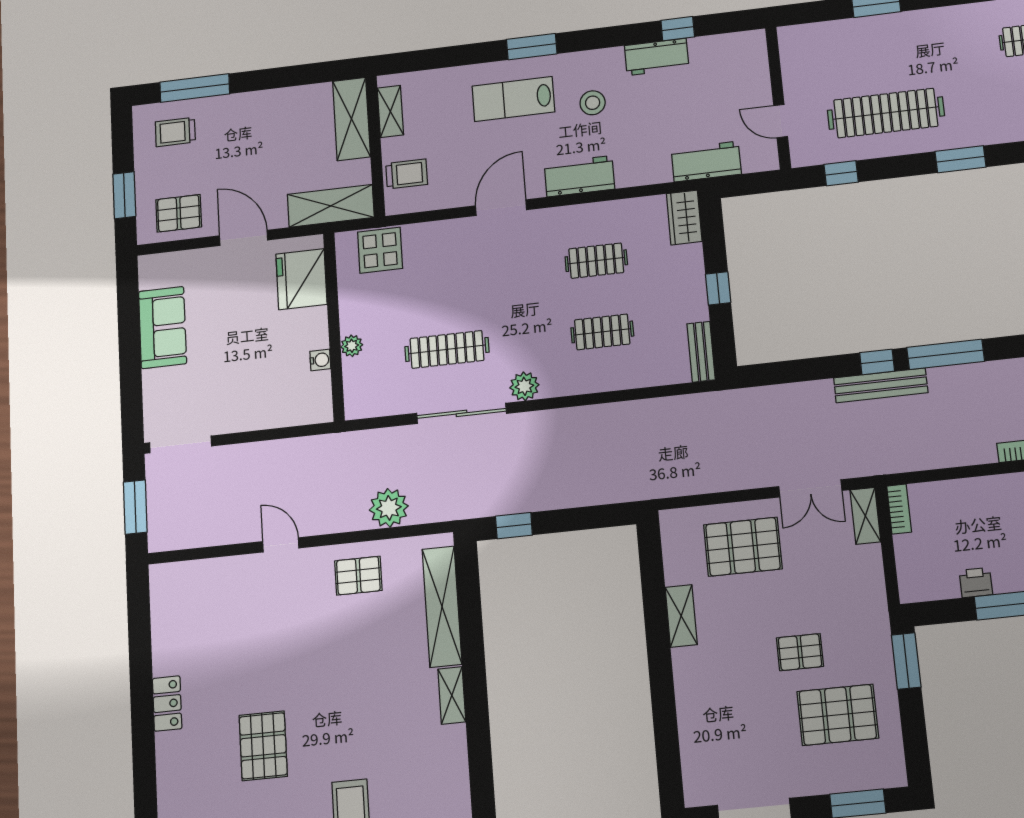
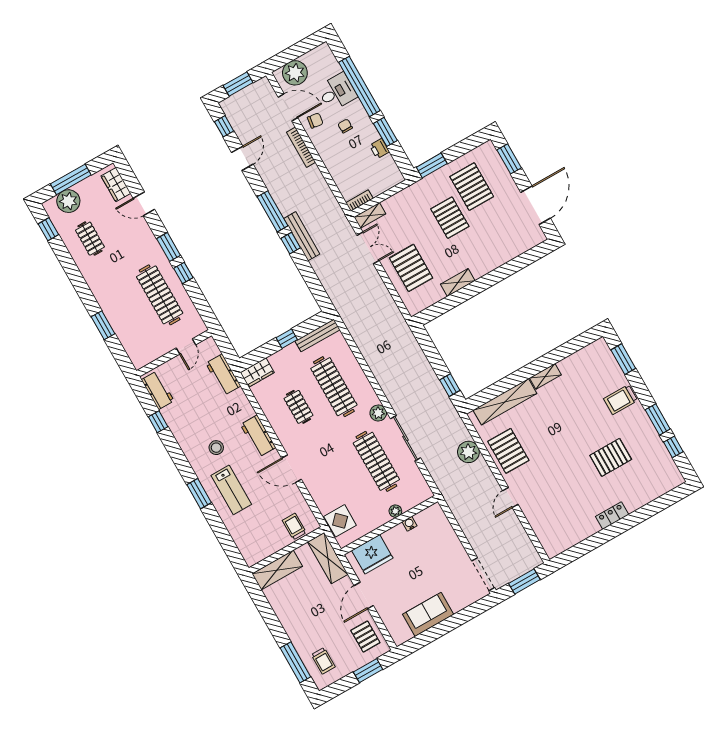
workbench: (657, 57) -> (158, 390), moved
shelving: (390, 111) -> (265, 551), removed
window: (841, 173) -> (183, 273), moved
clothes rail: (602, 332) -> (334, 387), width x1.86, depth x1.31
clothes rail: (447, 349) -> (376, 461), width x1.37, depth x1.31
bench: (701, 352) -> (318, 335), width x1.36
pallet: (358, 576) -> (508, 451), width x1.50, depth x1.42
pallet: (800, 652) -> (450, 218), width x1.50, depth x1.42

